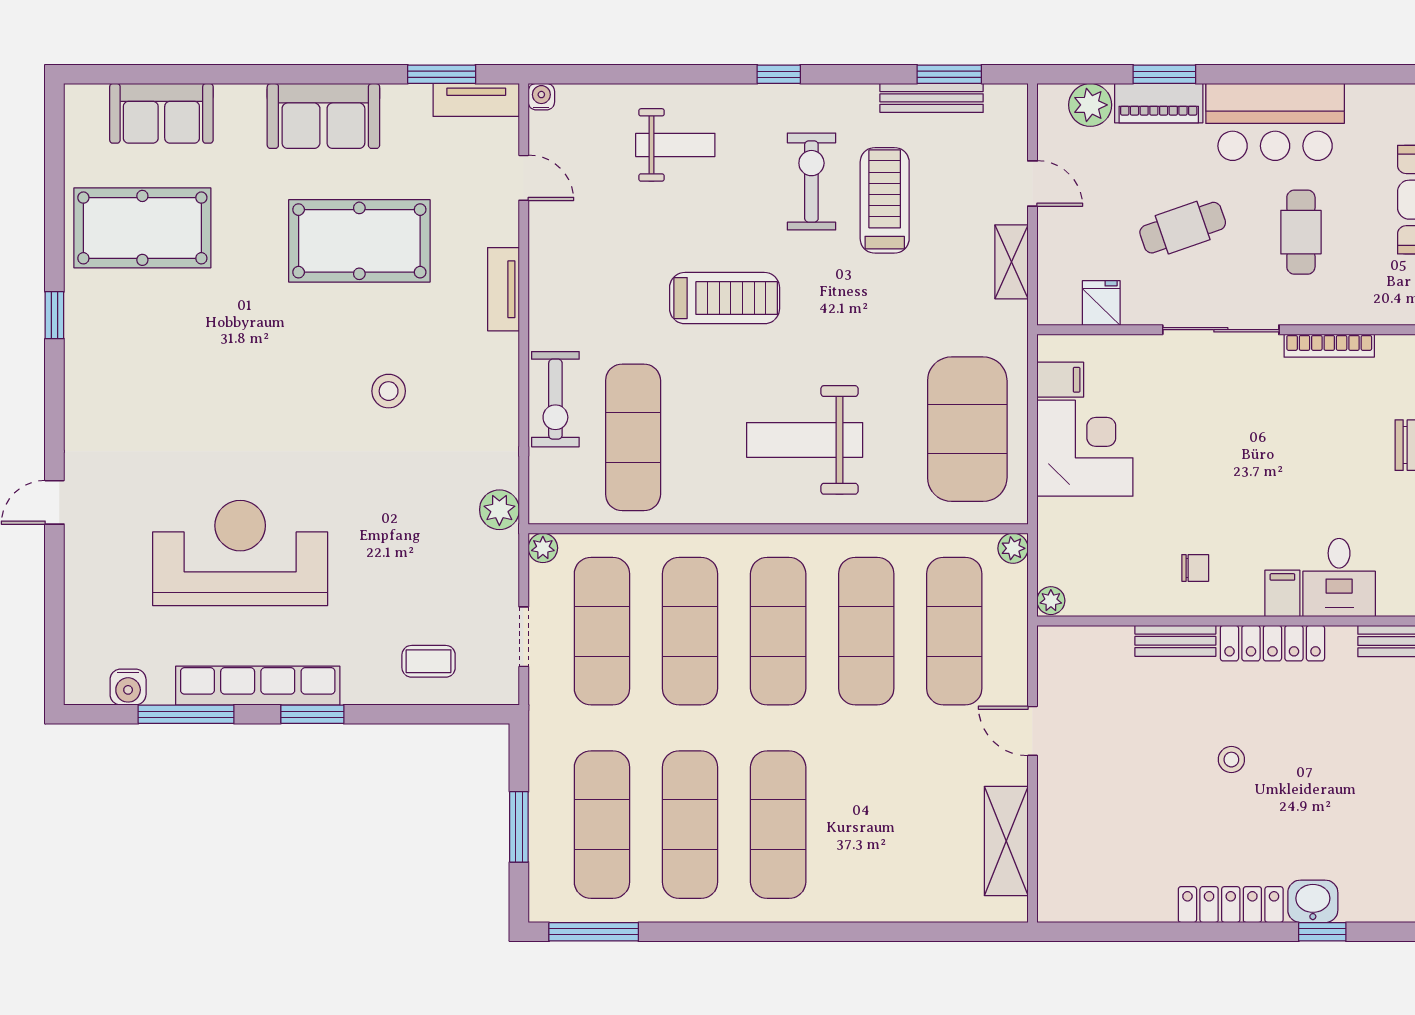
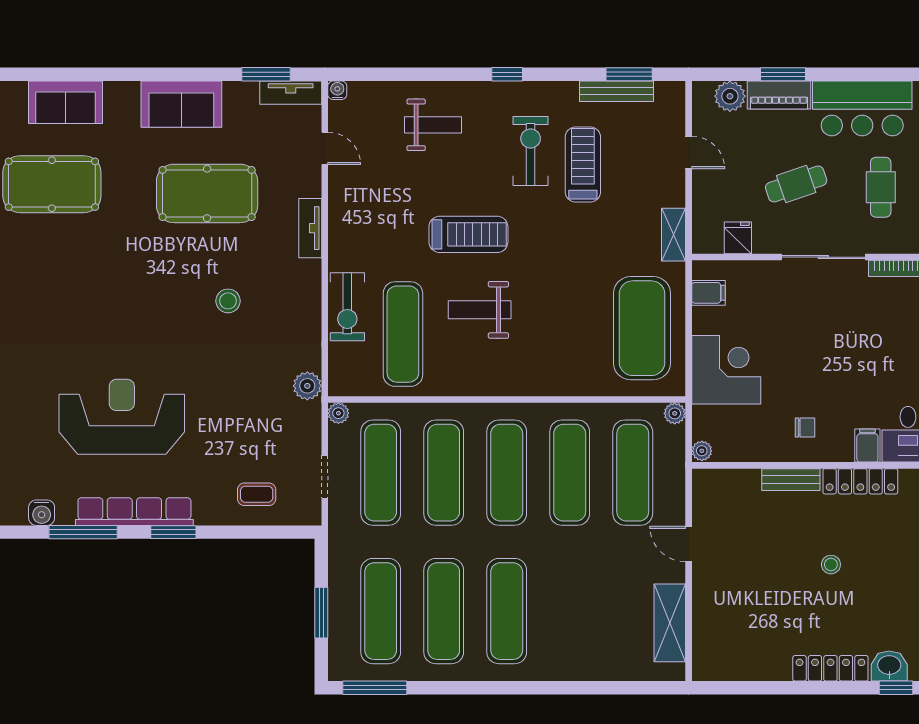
shelving: (1011, 262) -> (674, 235), moved
weight bench: (805, 440) -> (480, 310), moved, width x0.73, depth x0.75
corner desk: (1085, 448) -> (726, 370), moved

